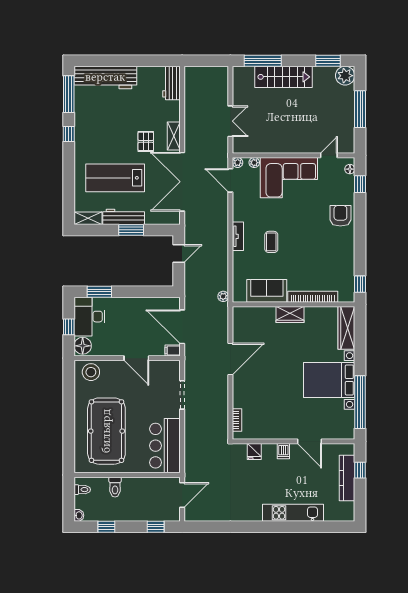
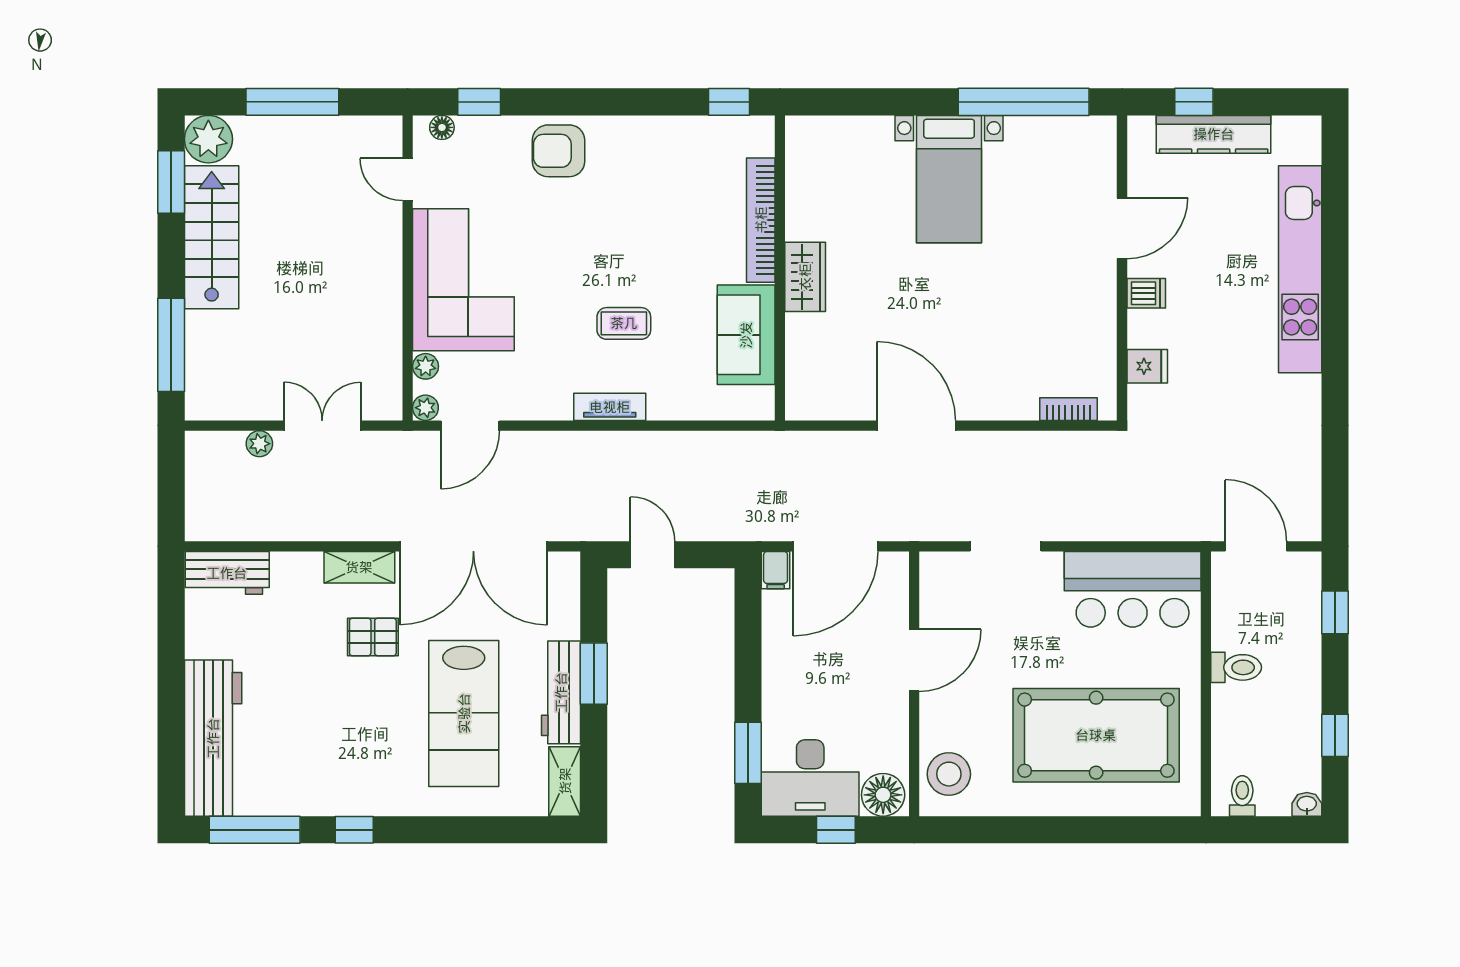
stairs: (284, 77) -> (212, 237), moved
plant: (223, 296) -> (259, 444), moved
wardrobe: (346, 328) -> (839, 136), removed
filing cabinet: (173, 351) -> (776, 570), moved
bed with nightstands: (329, 380) -> (949, 179), width x0.73
toilet: (115, 487) -> (1236, 667), moved
kitchen unit: (293, 513) -> (1300, 269), width x1.36

